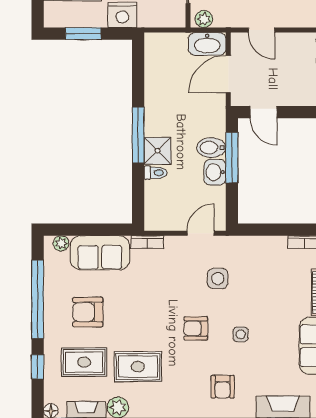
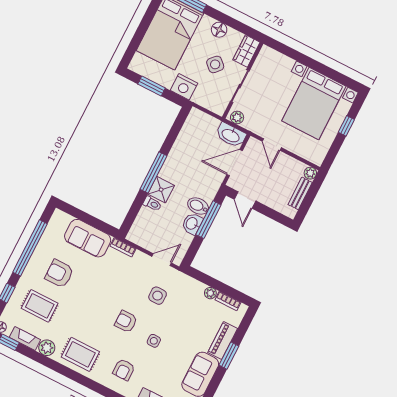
plant: (61, 243) -> (210, 293), moved
rug: (138, 367) -> (80, 354), moved

